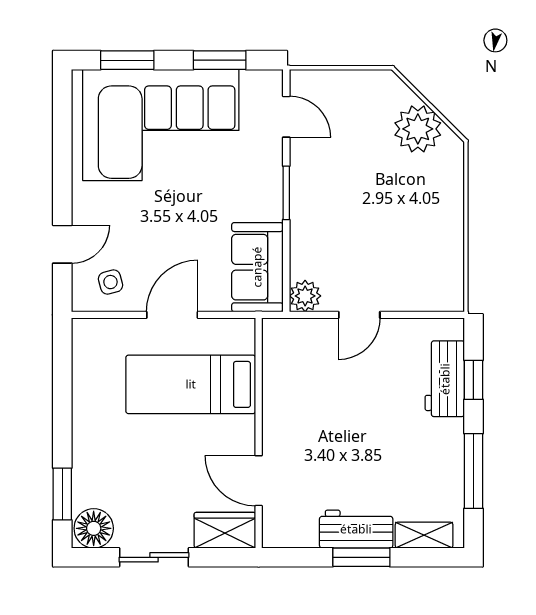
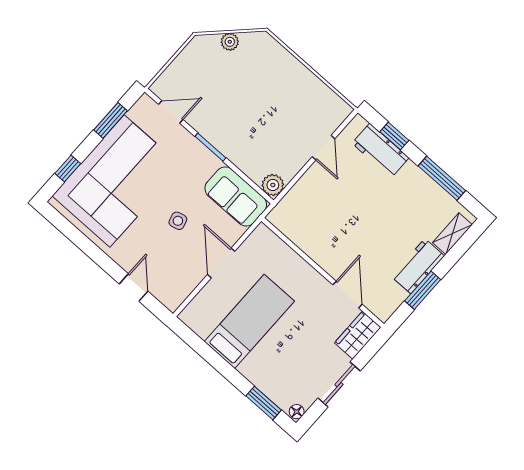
window: (127, 60) -> (68, 169), width x0.67
plant: (418, 129) -> (230, 42), width x0.53, depth x0.53
side table: (110, 282) -> (178, 221), moved
door: (359, 315) -> (323, 148), moved
bed: (191, 384) -> (249, 321), moved, turned 180
door: (259, 481) -> (348, 295), swing flipped
floor lamp: (94, 528) -> (297, 412), width x0.53, depth x0.53
window: (361, 557) -> (423, 290), moved

